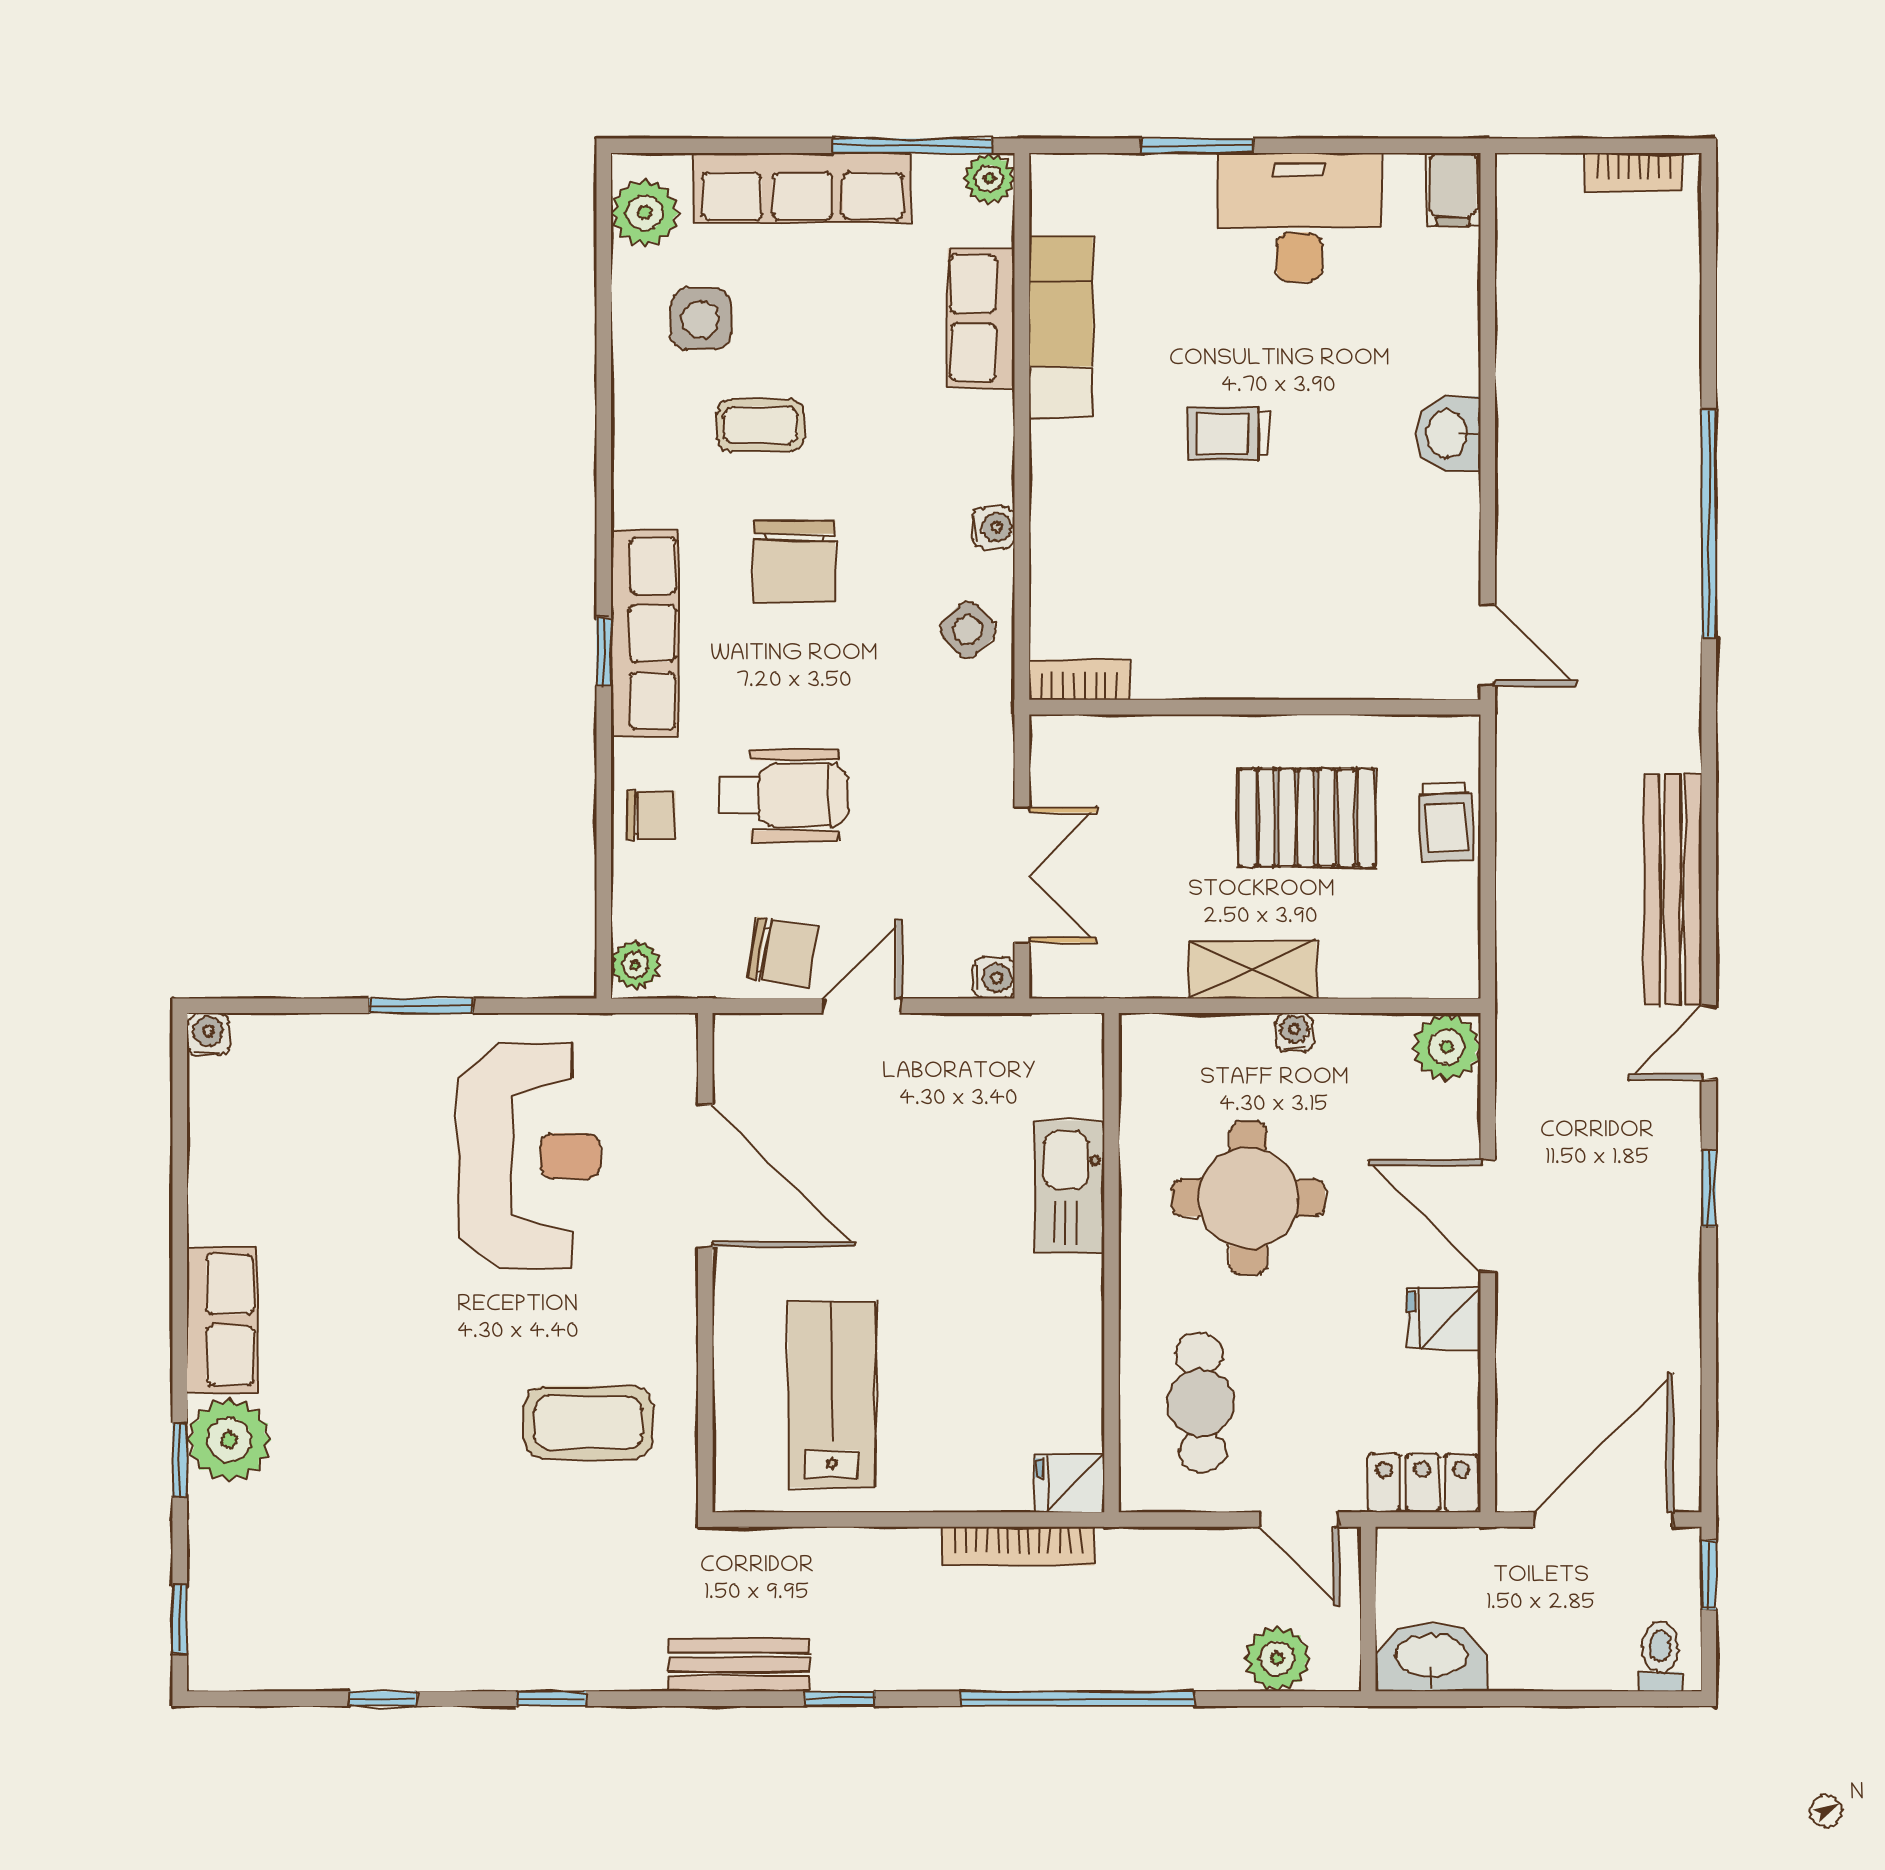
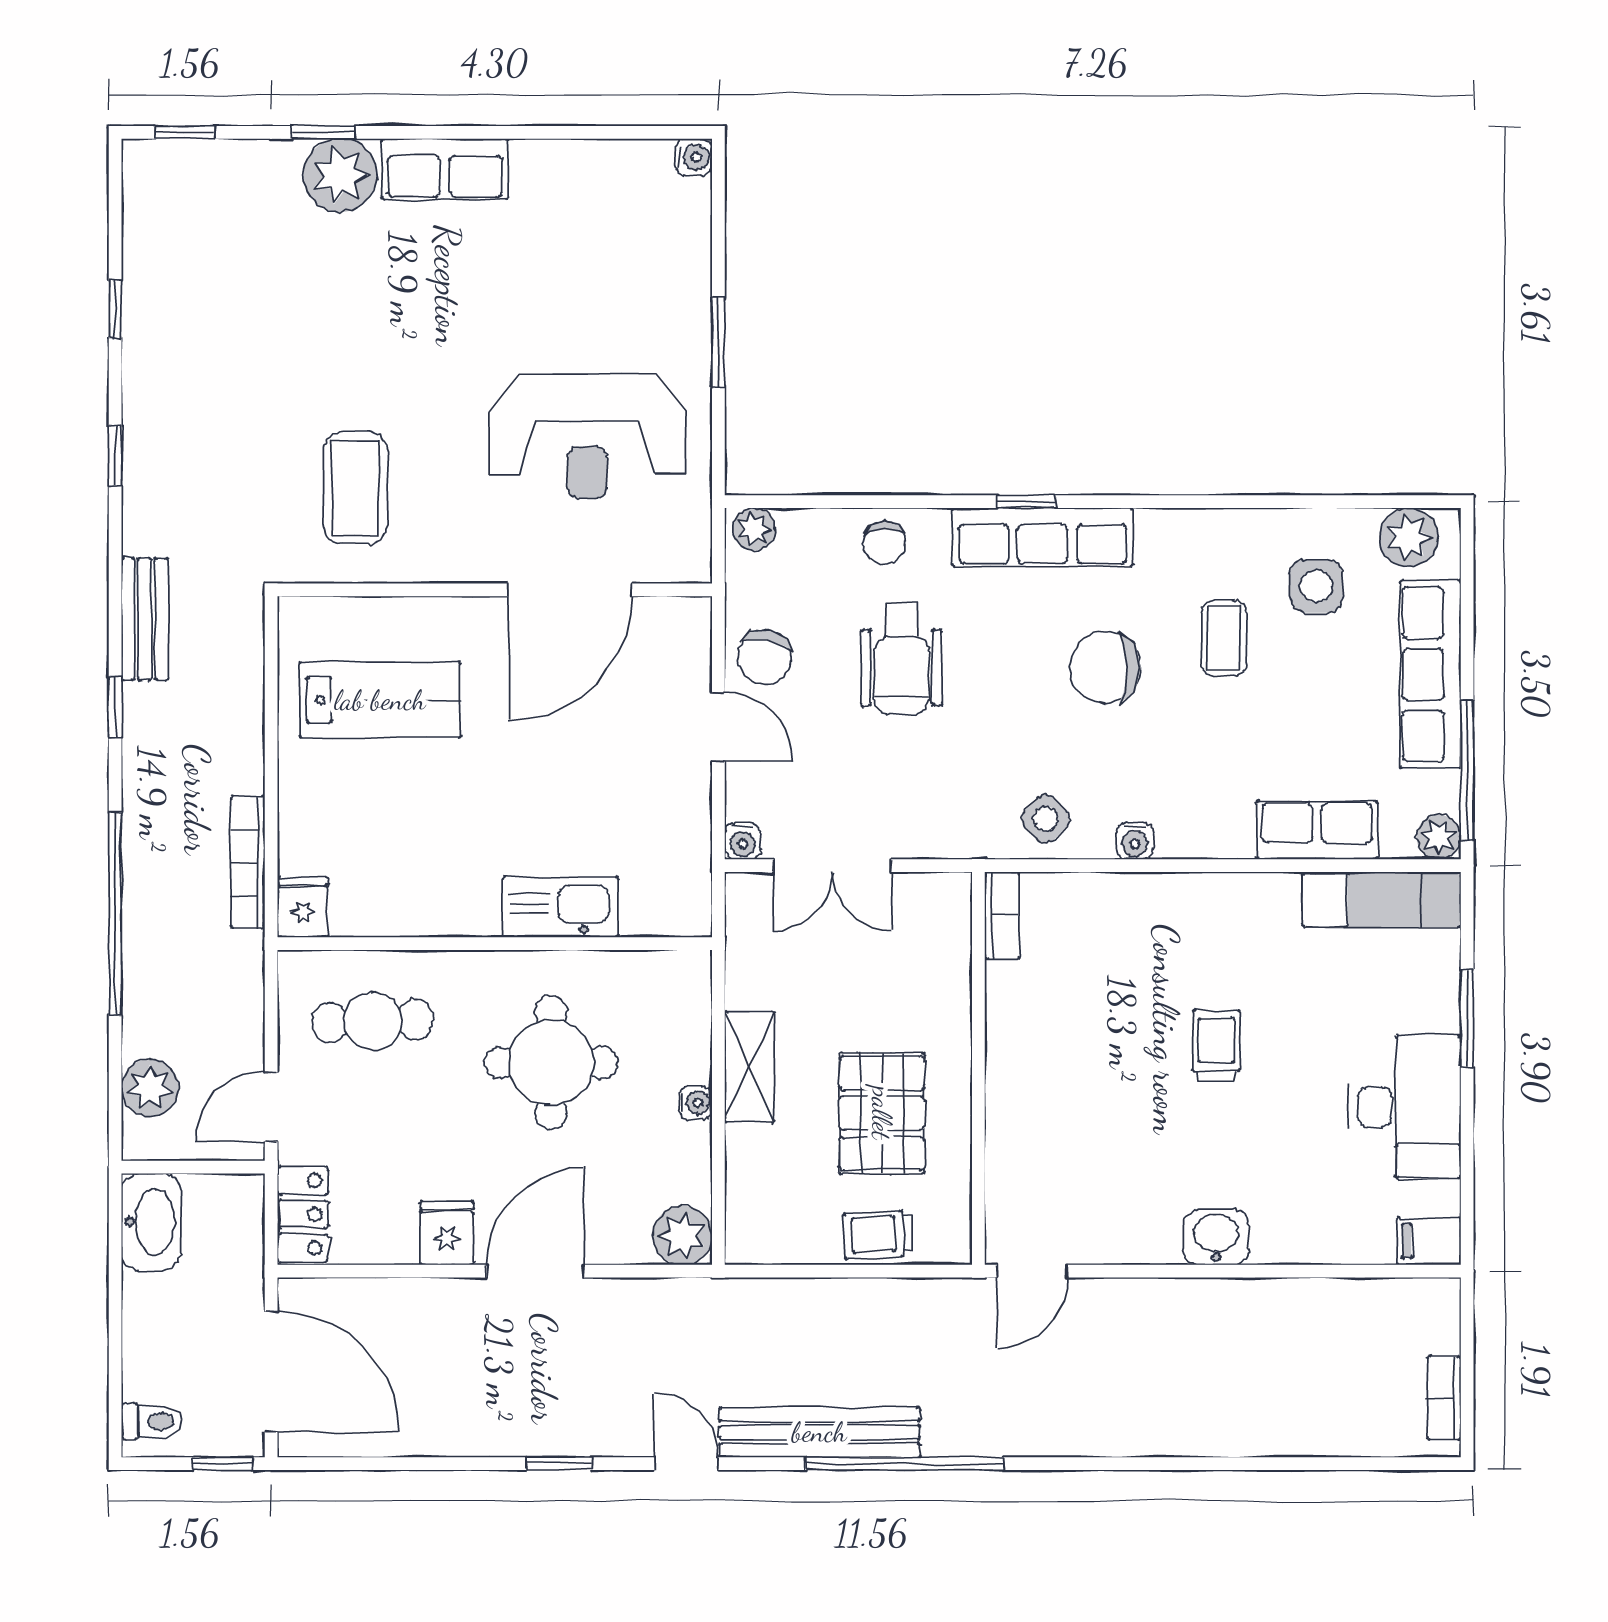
exam couch: (1061, 327) -> (1382, 899), moved
window: (1709, 523) -> (905, 1464), moved

